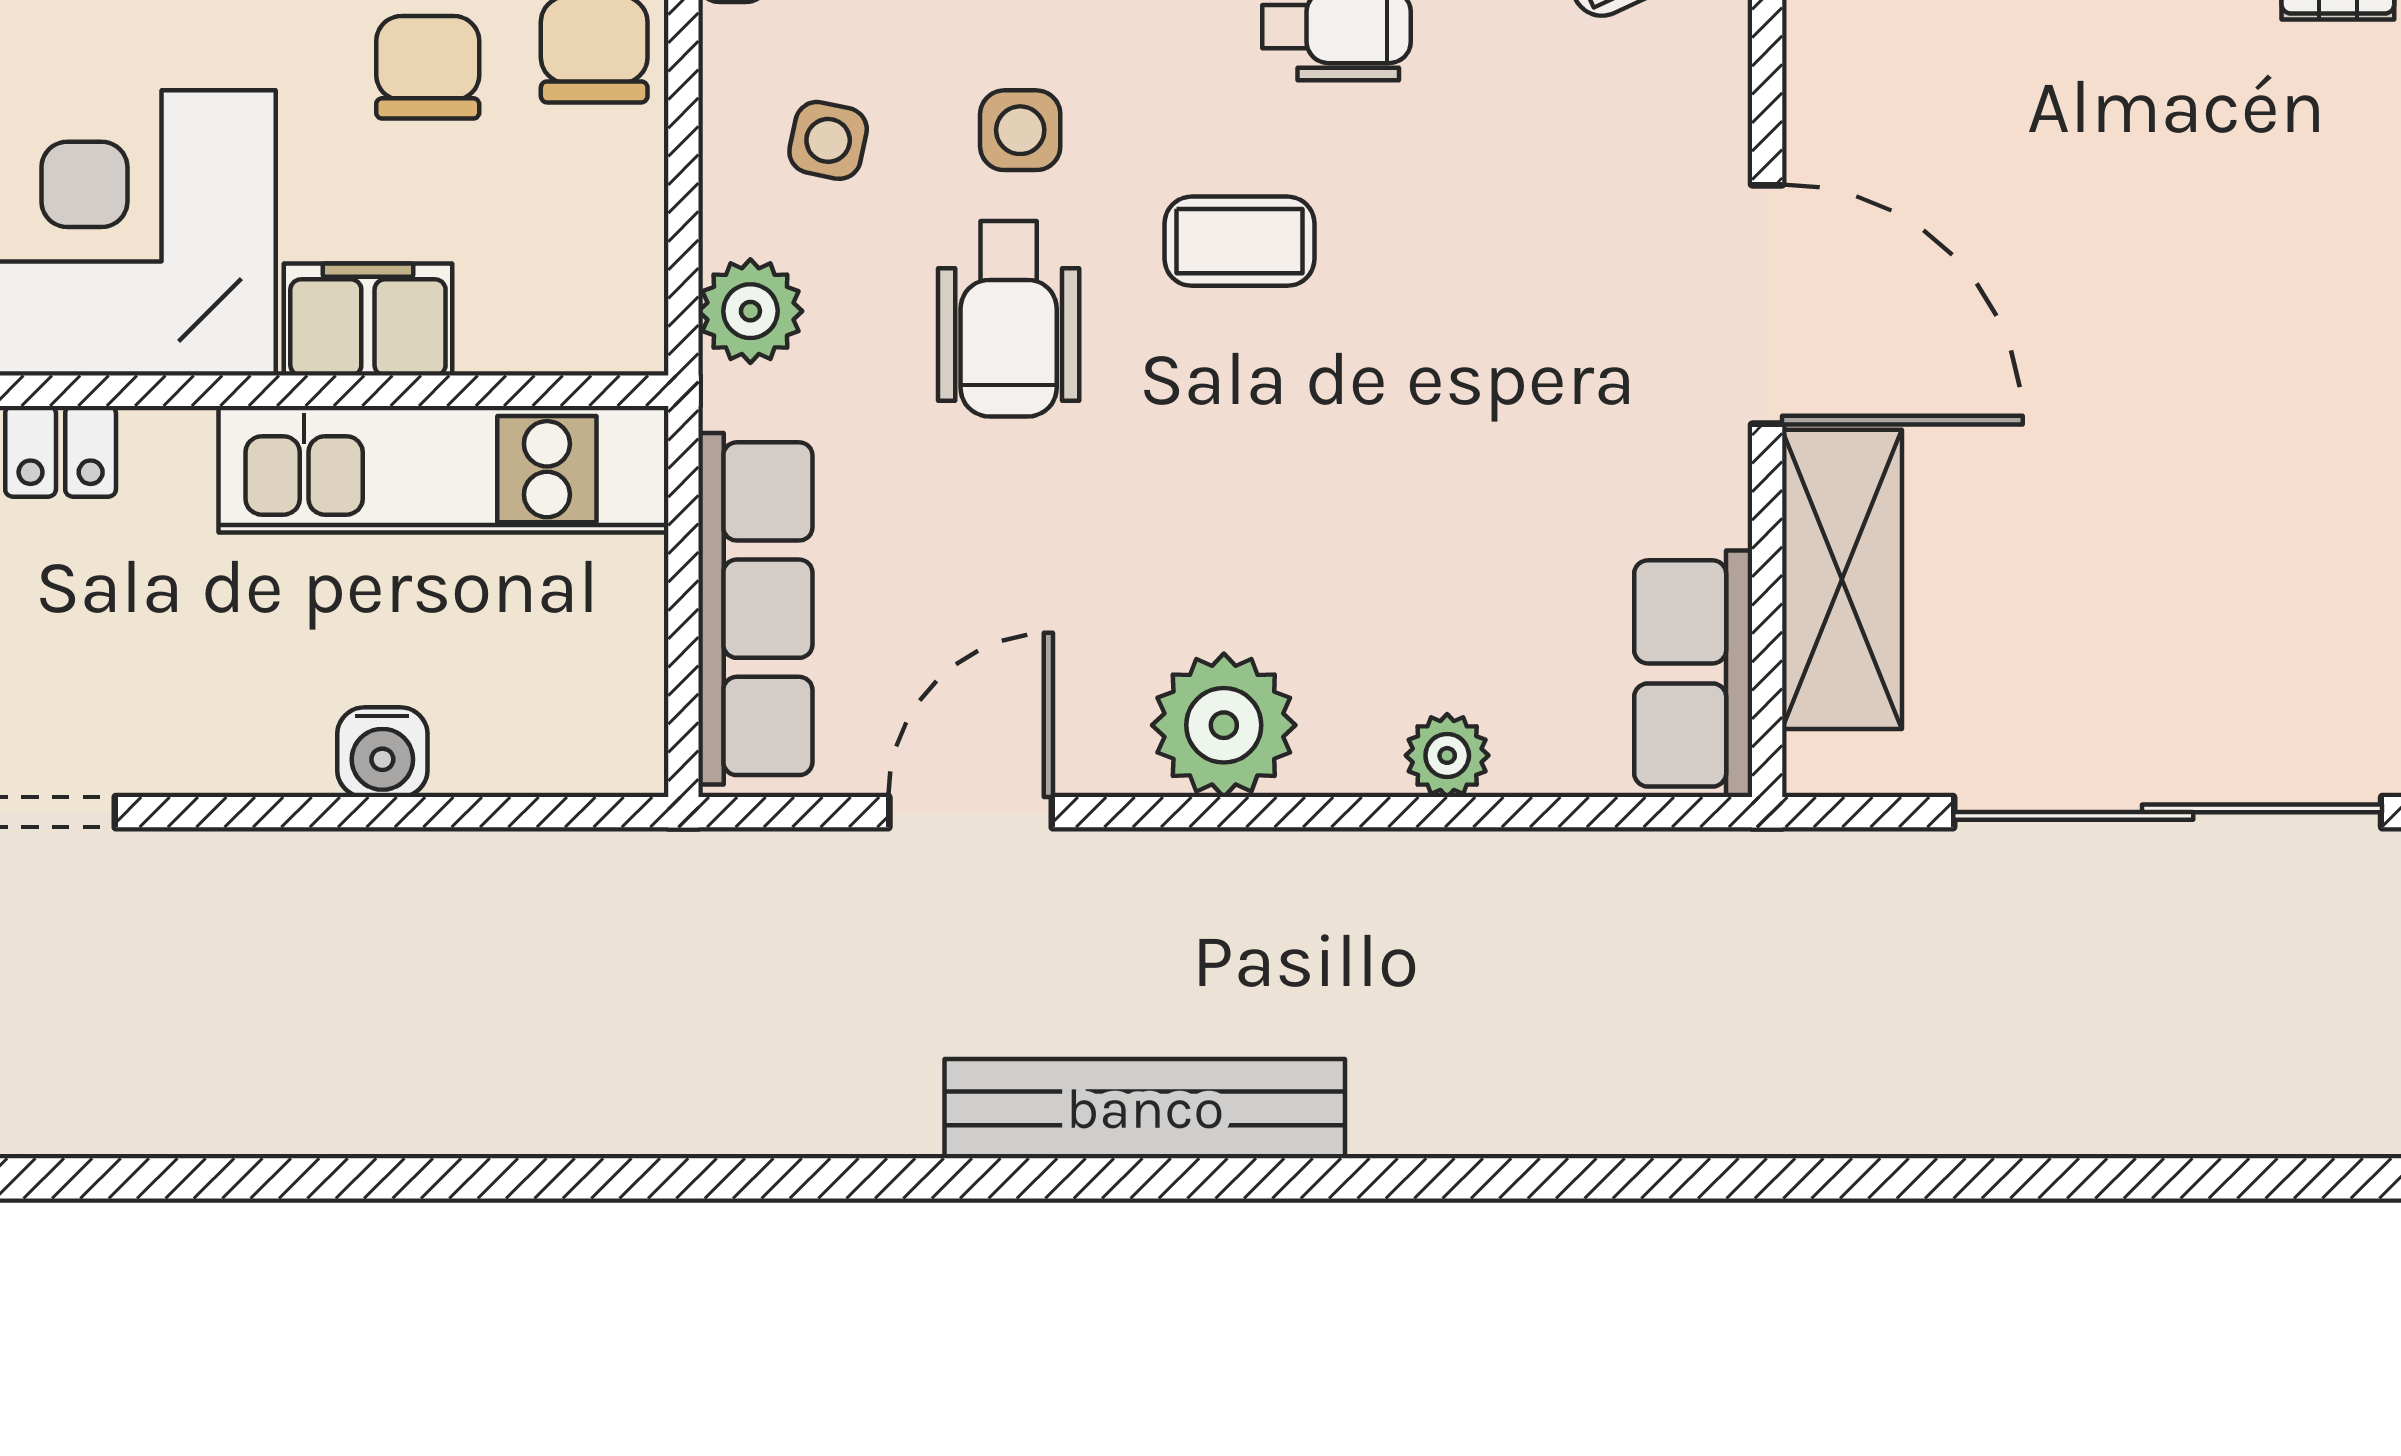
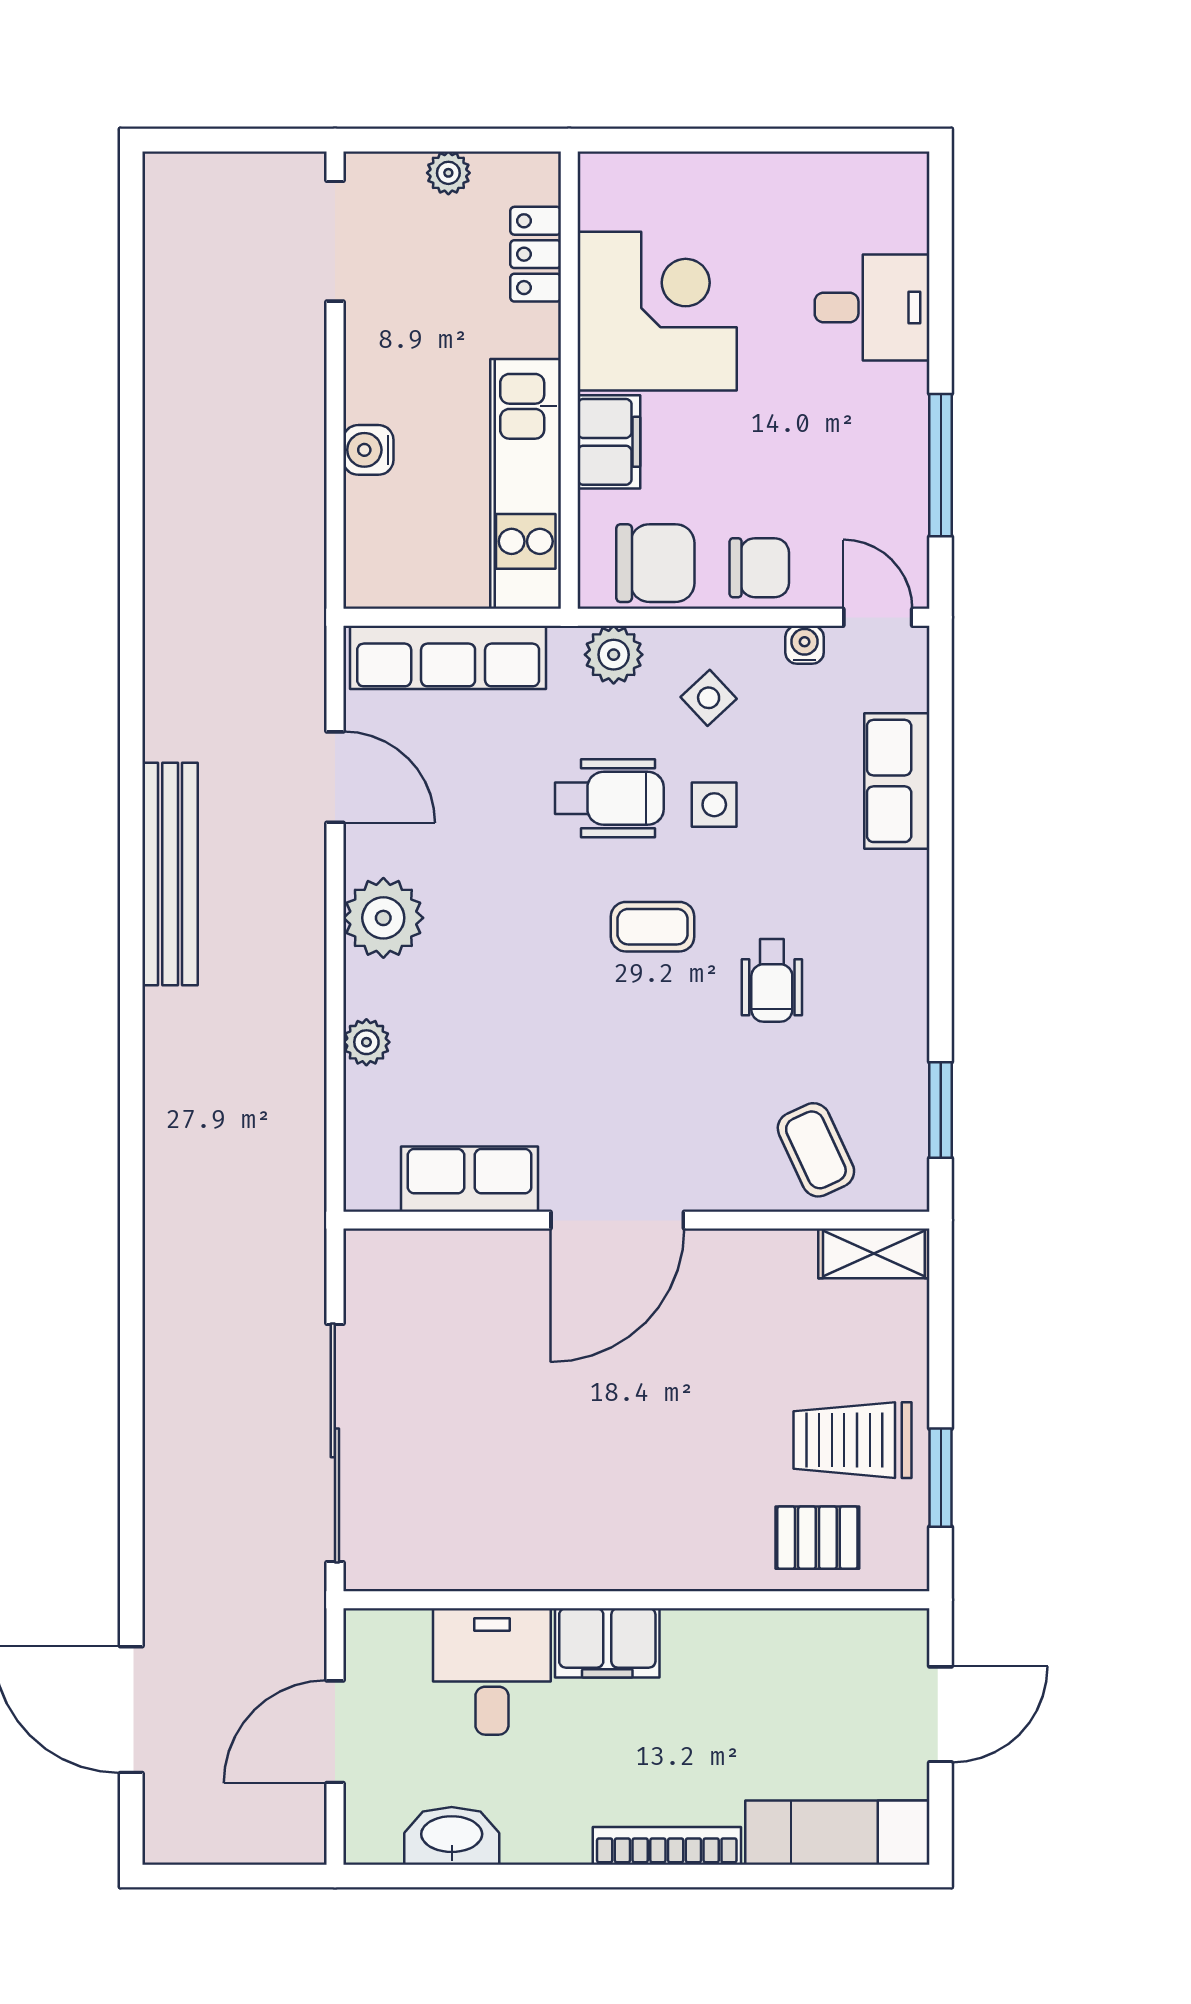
chair: (428, 67) -> (655, 563), moved, width x1.37, depth x1.37
side table: (828, 140) -> (709, 698), turned 35
coffee table: (1240, 241) -> (653, 927), turned 90
wheelchair: (1009, 319) -> (609, 798), turned 180
shelving: (1842, 579) -> (464, 1262), removed
row of seats: (1693, 673) -> (470, 1179), moved

